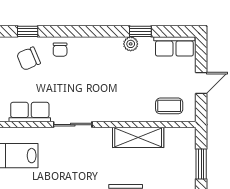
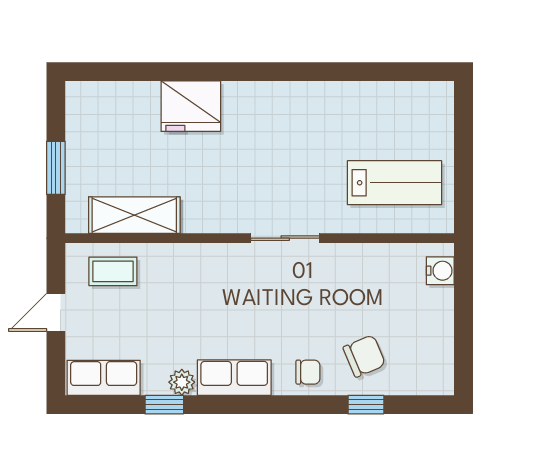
chair: (60, 50) -> (308, 372), turned 90
row of seats: (30, 112) -> (234, 378), moved, turned 180
shelving: (138, 137) -> (134, 215), moved

